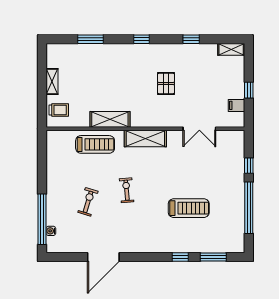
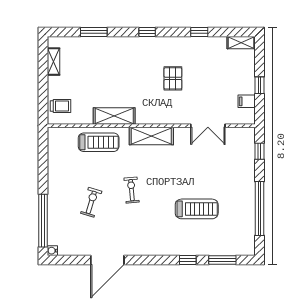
shelving: (52, 82) -> (53, 62), moved
window: (249, 166) -> (259, 151), moved
water cooler: (51, 231) -> (52, 251), moved

